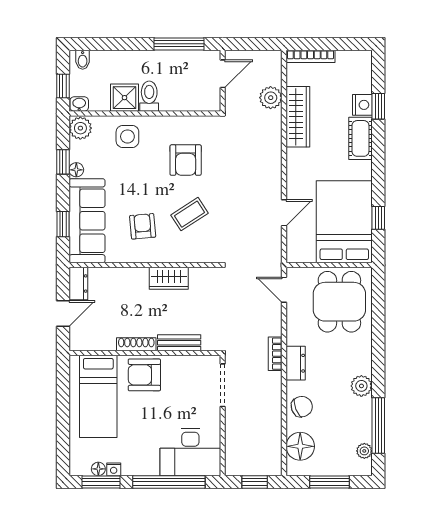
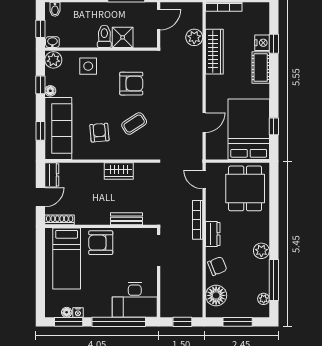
shower: (125, 98) -> (123, 37), moved
armchair: (186, 160) -> (131, 84), turned -90
shoe rack: (136, 344) -> (60, 220), moved
bookcase: (275, 354) -> (198, 220), width x1.56

